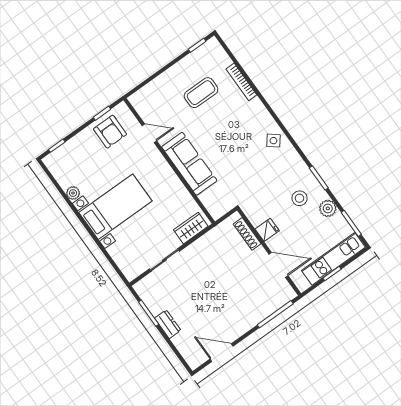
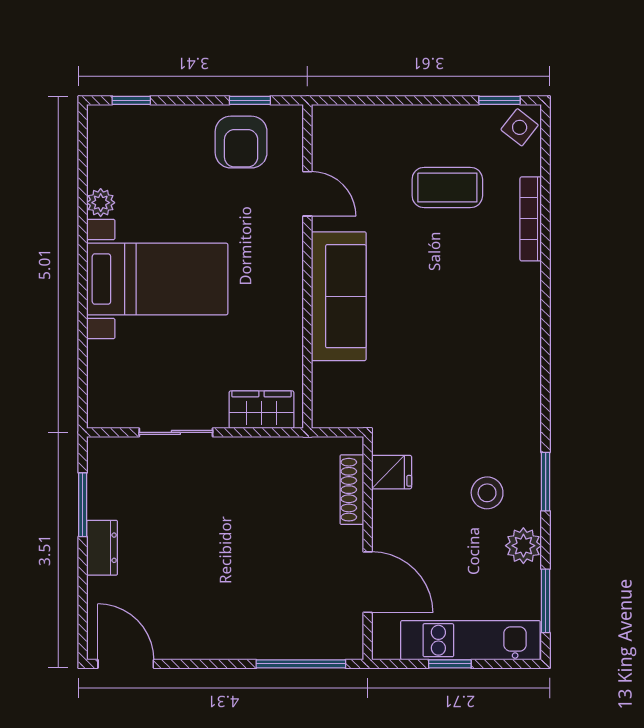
side table: (273, 141) -> (520, 127), moved
fridge: (267, 230) -> (392, 472), moved
door: (222, 353) -> (126, 664), moved

